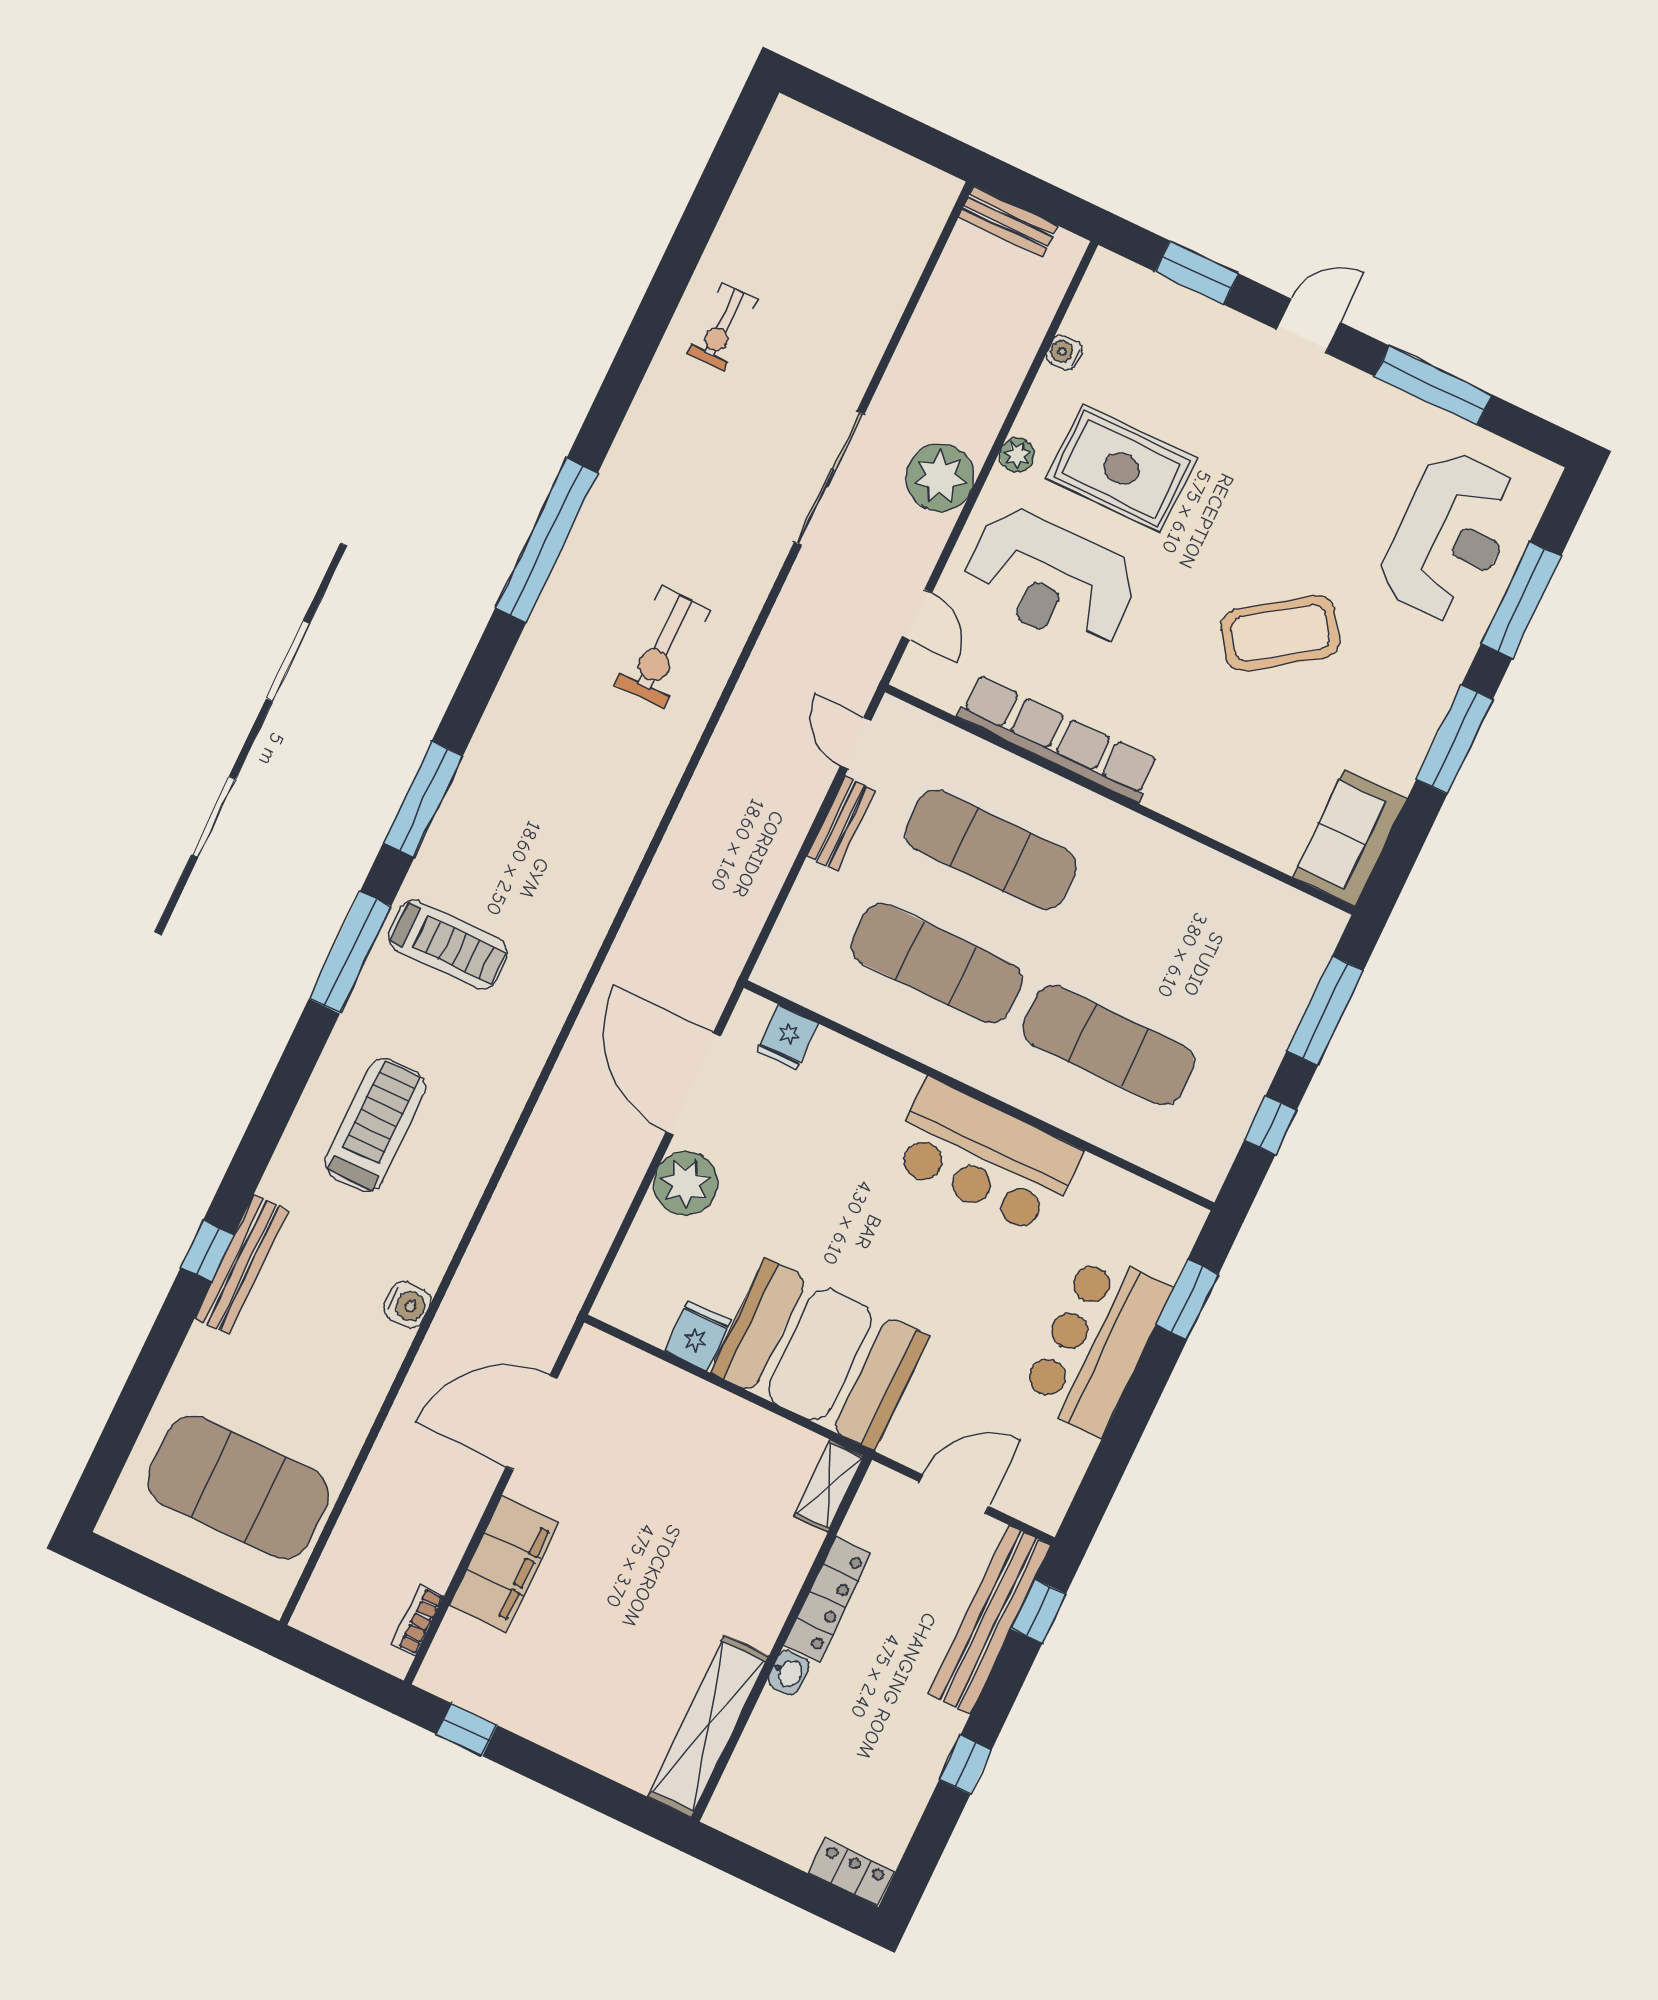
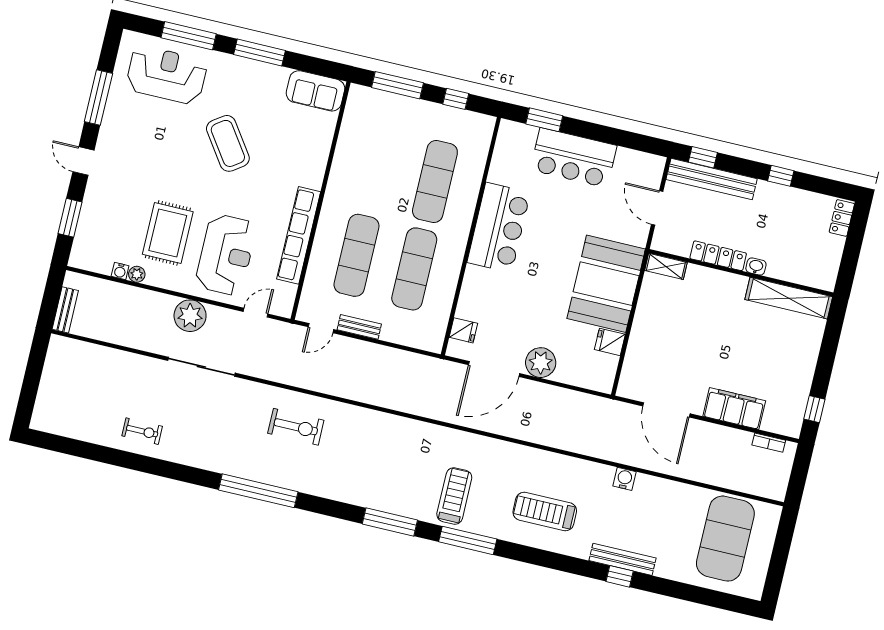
plant: (1017, 455) -> (137, 274), moved

